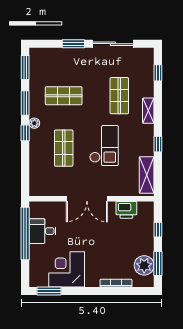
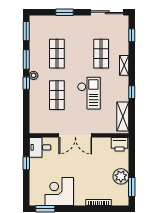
sliding door: (113, 44) -> (107, 12), moved
shop shelf: (64, 96) -> (57, 54), turned 90
printer: (126, 210) -> (119, 144), moved
window: (158, 230) -> (132, 160), removed
desk: (42, 231) -> (40, 147), moved
window: (25, 234) -> (26, 163), width x0.32
plant: (144, 265) -> (121, 176), moved

